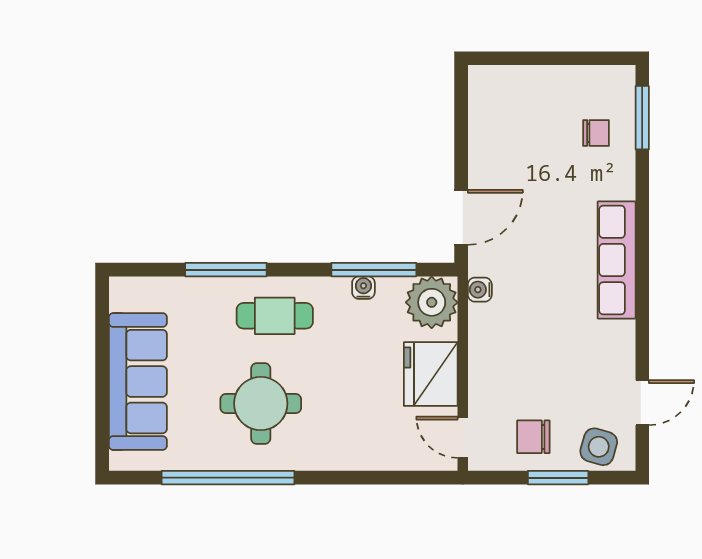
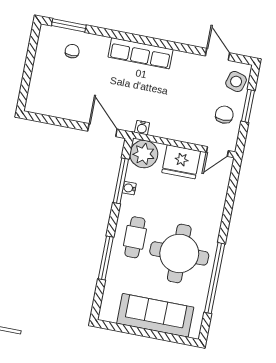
round table: (261, 404) -> (179, 253), width x1.36, depth x1.36
chair: (533, 437) -> (224, 115), turned 180

